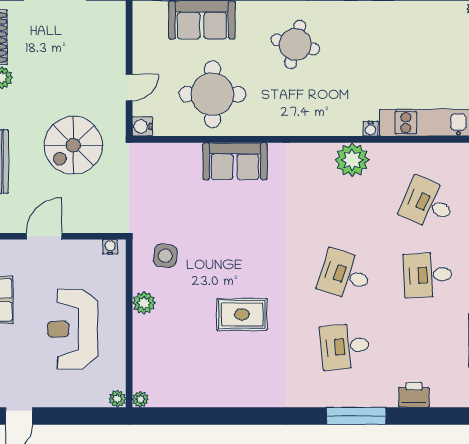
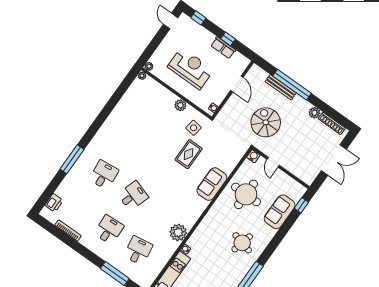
desk: (428, 204) -> (138, 251), turned -33
rug: (242, 314) -> (189, 154), moved
printer: (414, 395) -> (54, 203), moved

